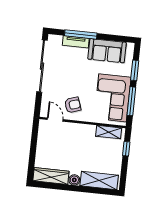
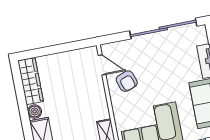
door: (55, 120) -> (102, 65), hinge flipped

